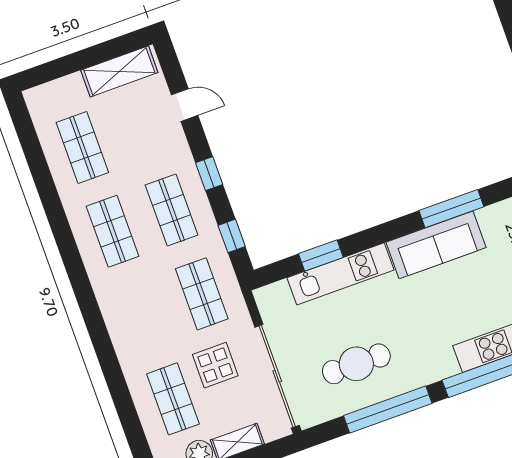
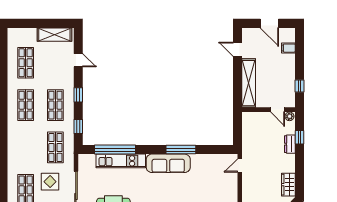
window: (321, 256) -> (115, 150), width x2.11

